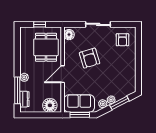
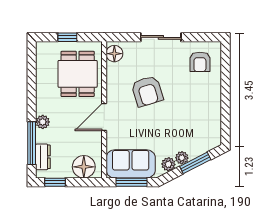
window: (32, 115) -> (55, 182), added

